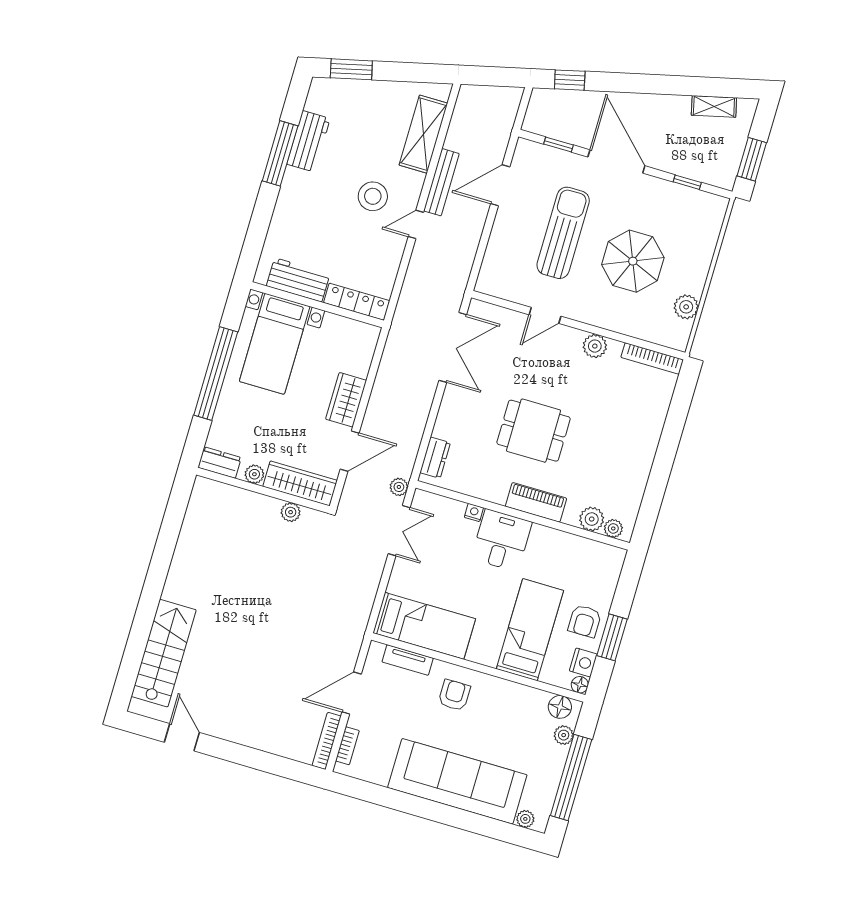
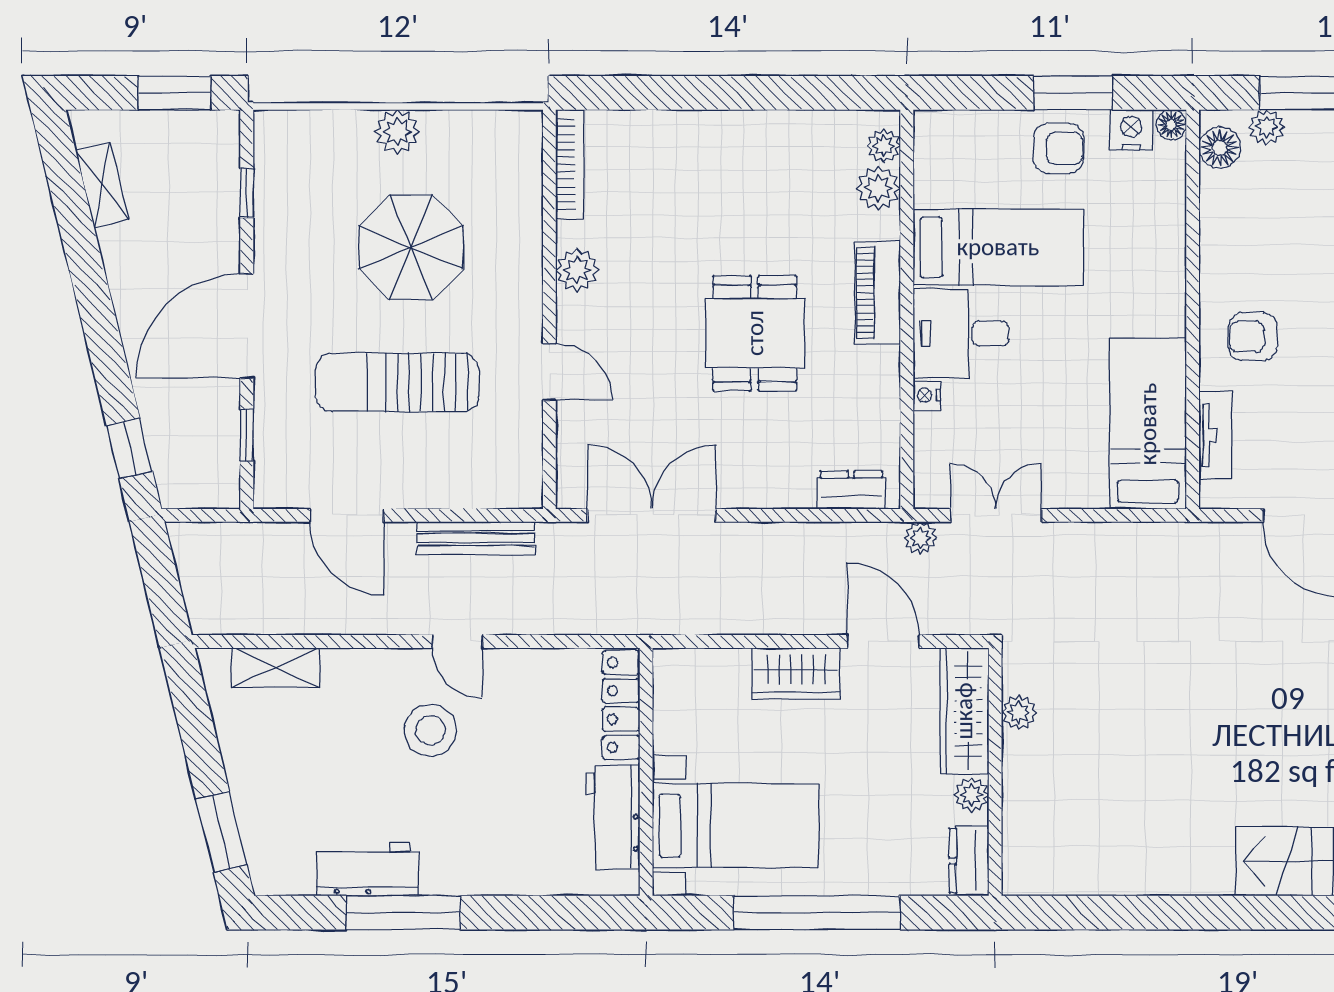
shelving: (423, 134) -> (275, 668), width x0.67, depth x0.75
bench: (441, 182) -> (476, 538), moved
plant: (686, 307) -> (397, 132), moved
bed: (530, 630) -> (998, 247), moved, turned 180

